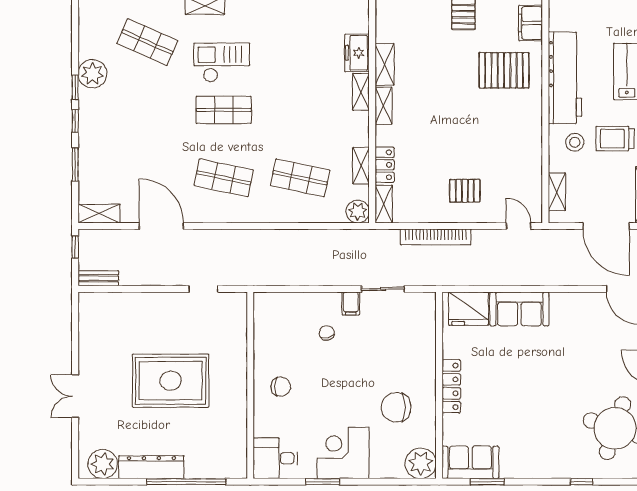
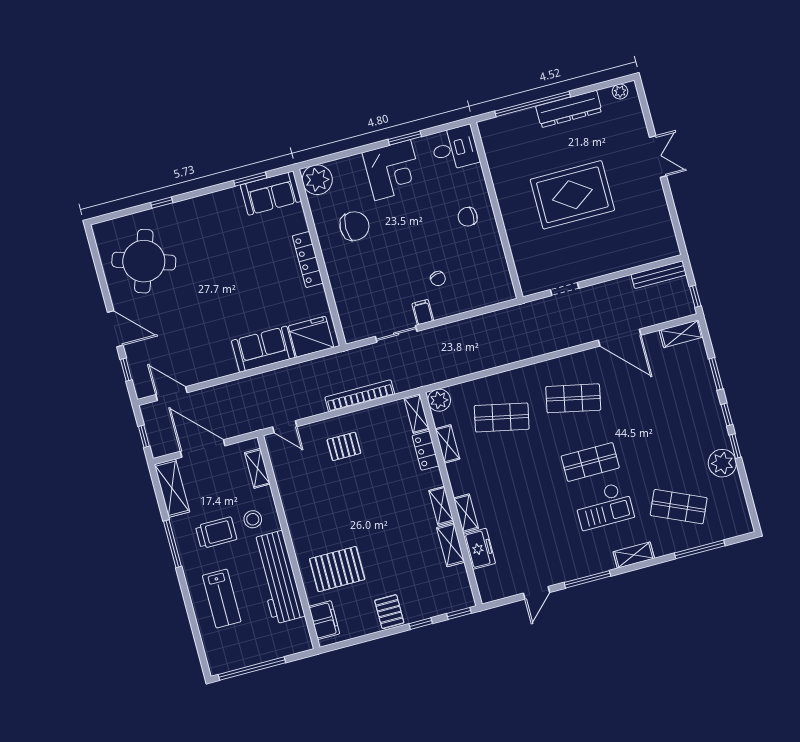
bench: (98, 278) -> (659, 275), width x1.36
plant: (103, 464) -> (620, 92), width x0.53, depth x0.53

